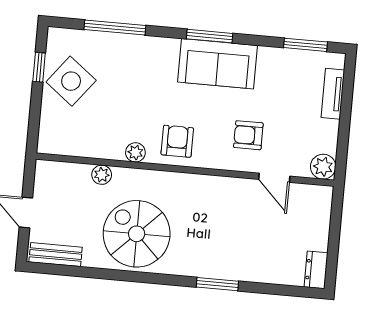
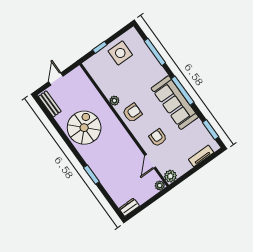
window: (210, 36) -> (183, 91), width x1.44
sofa: (218, 64) -> (175, 103), width x1.36
window: (39, 67) -> (100, 47), moved
side table: (71, 81) -> (120, 53), turned -38
plant: (102, 175) -> (160, 185), moved

